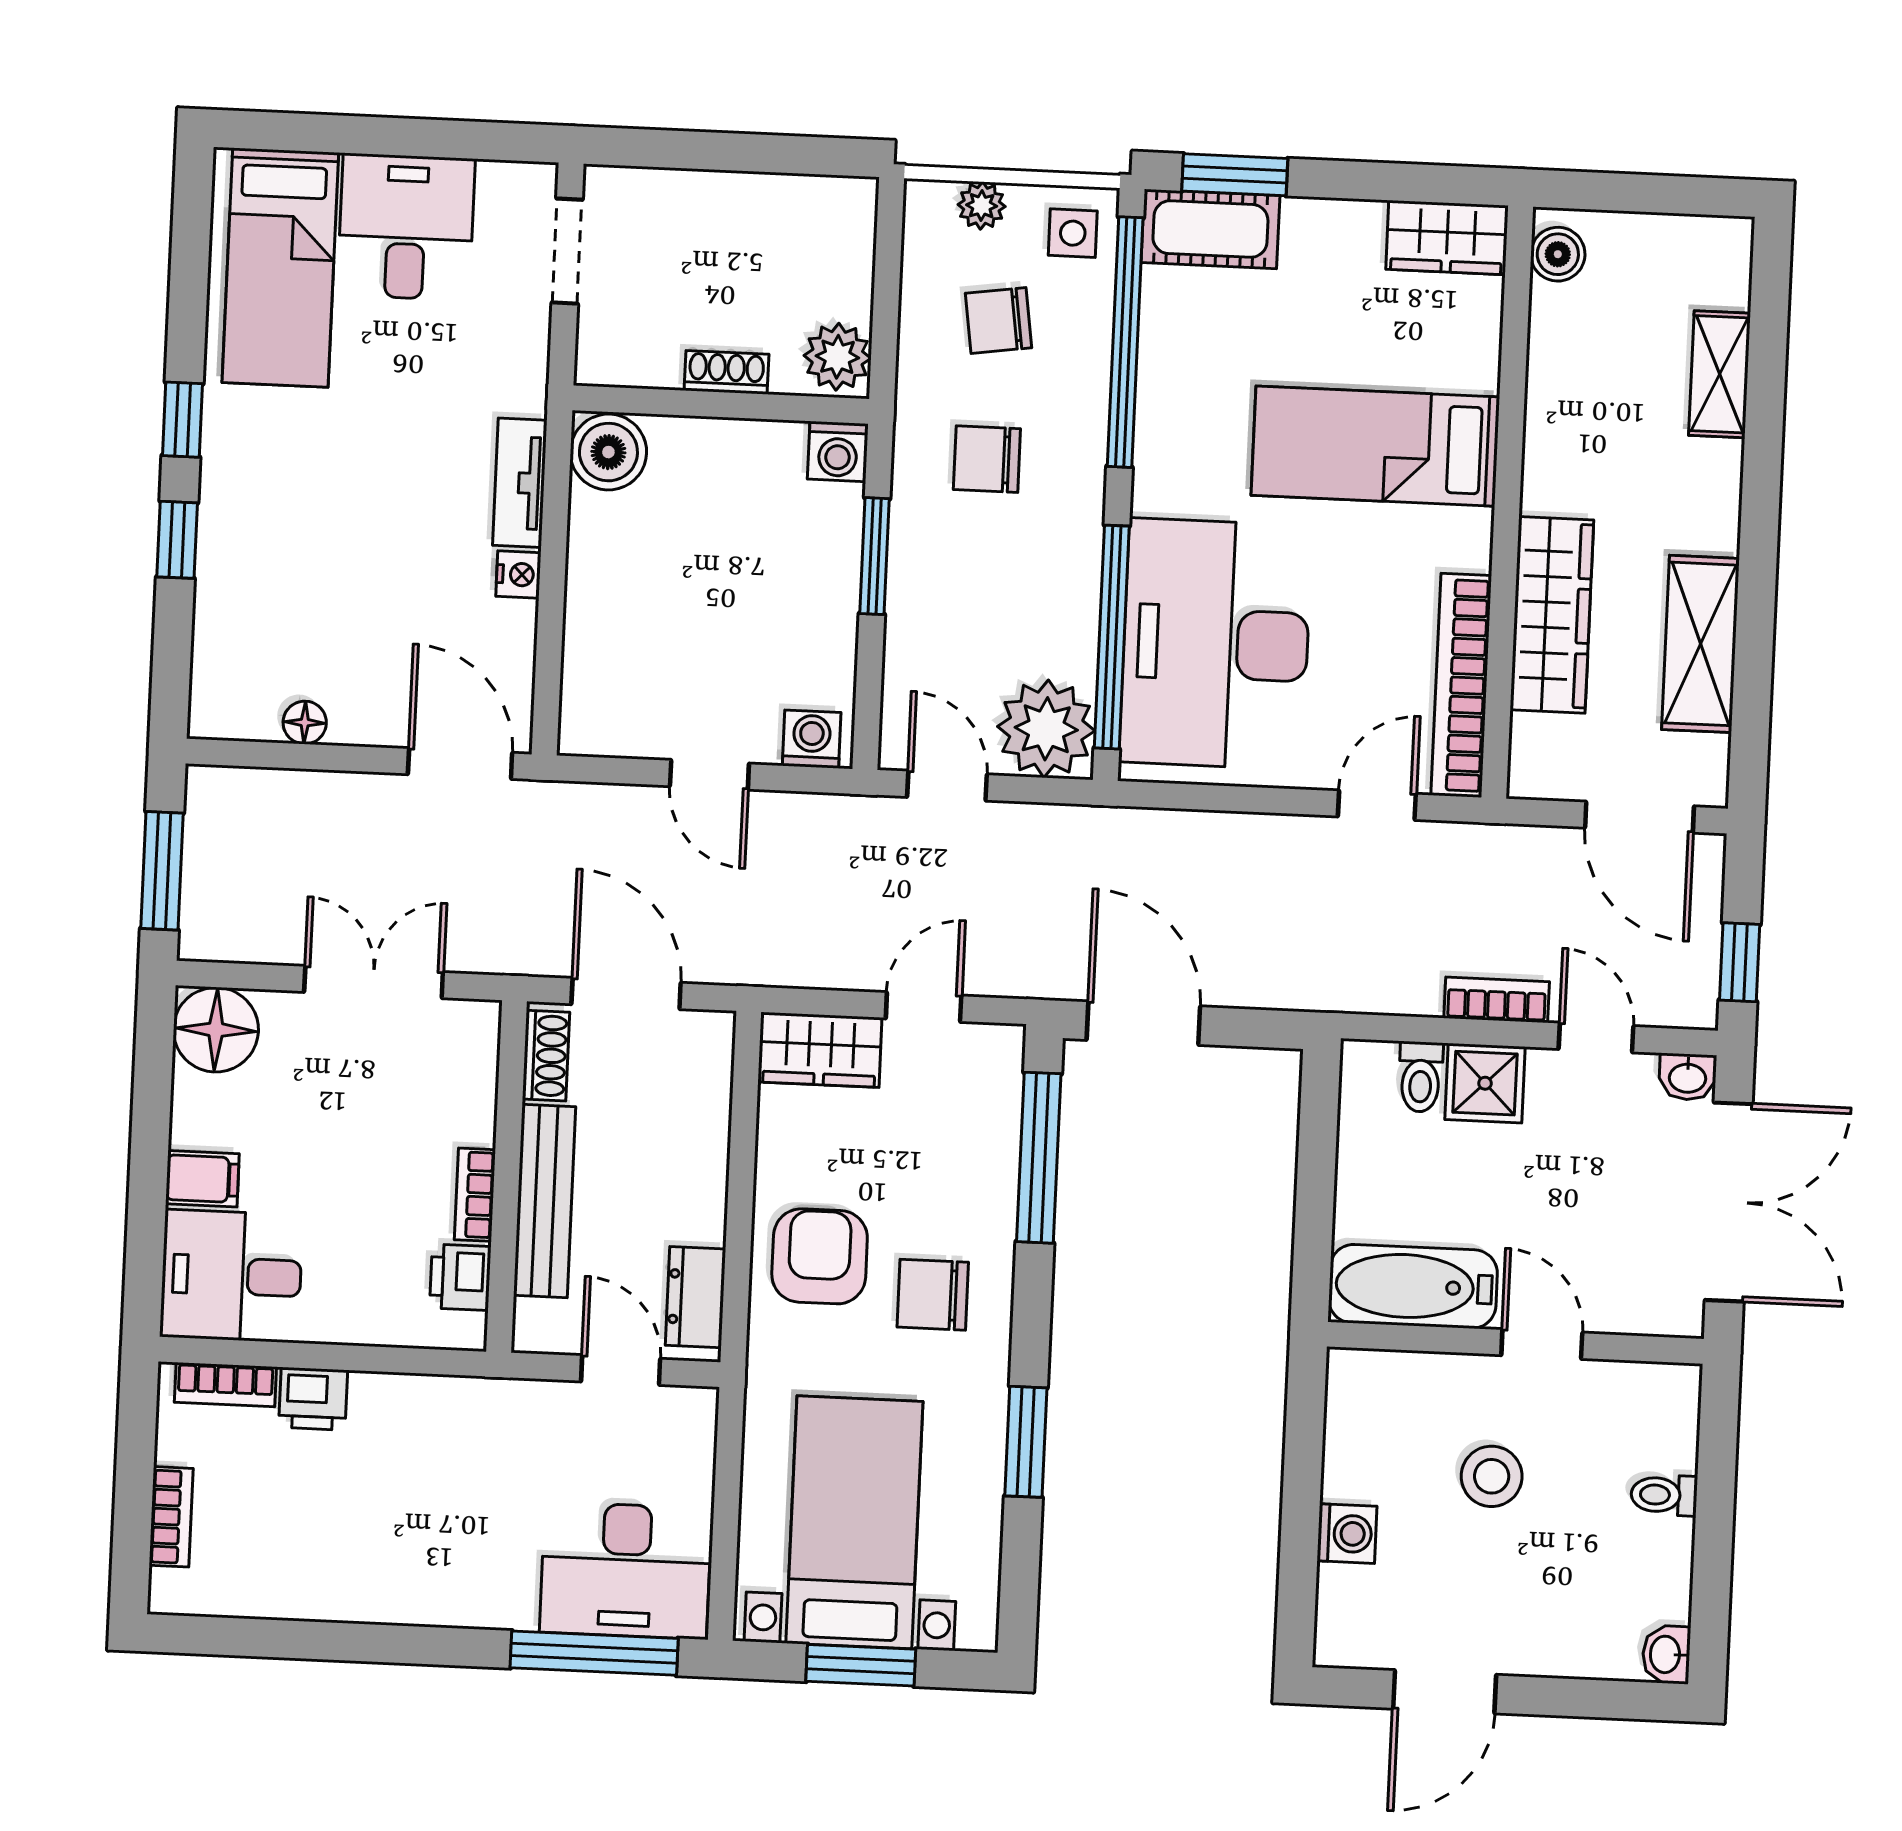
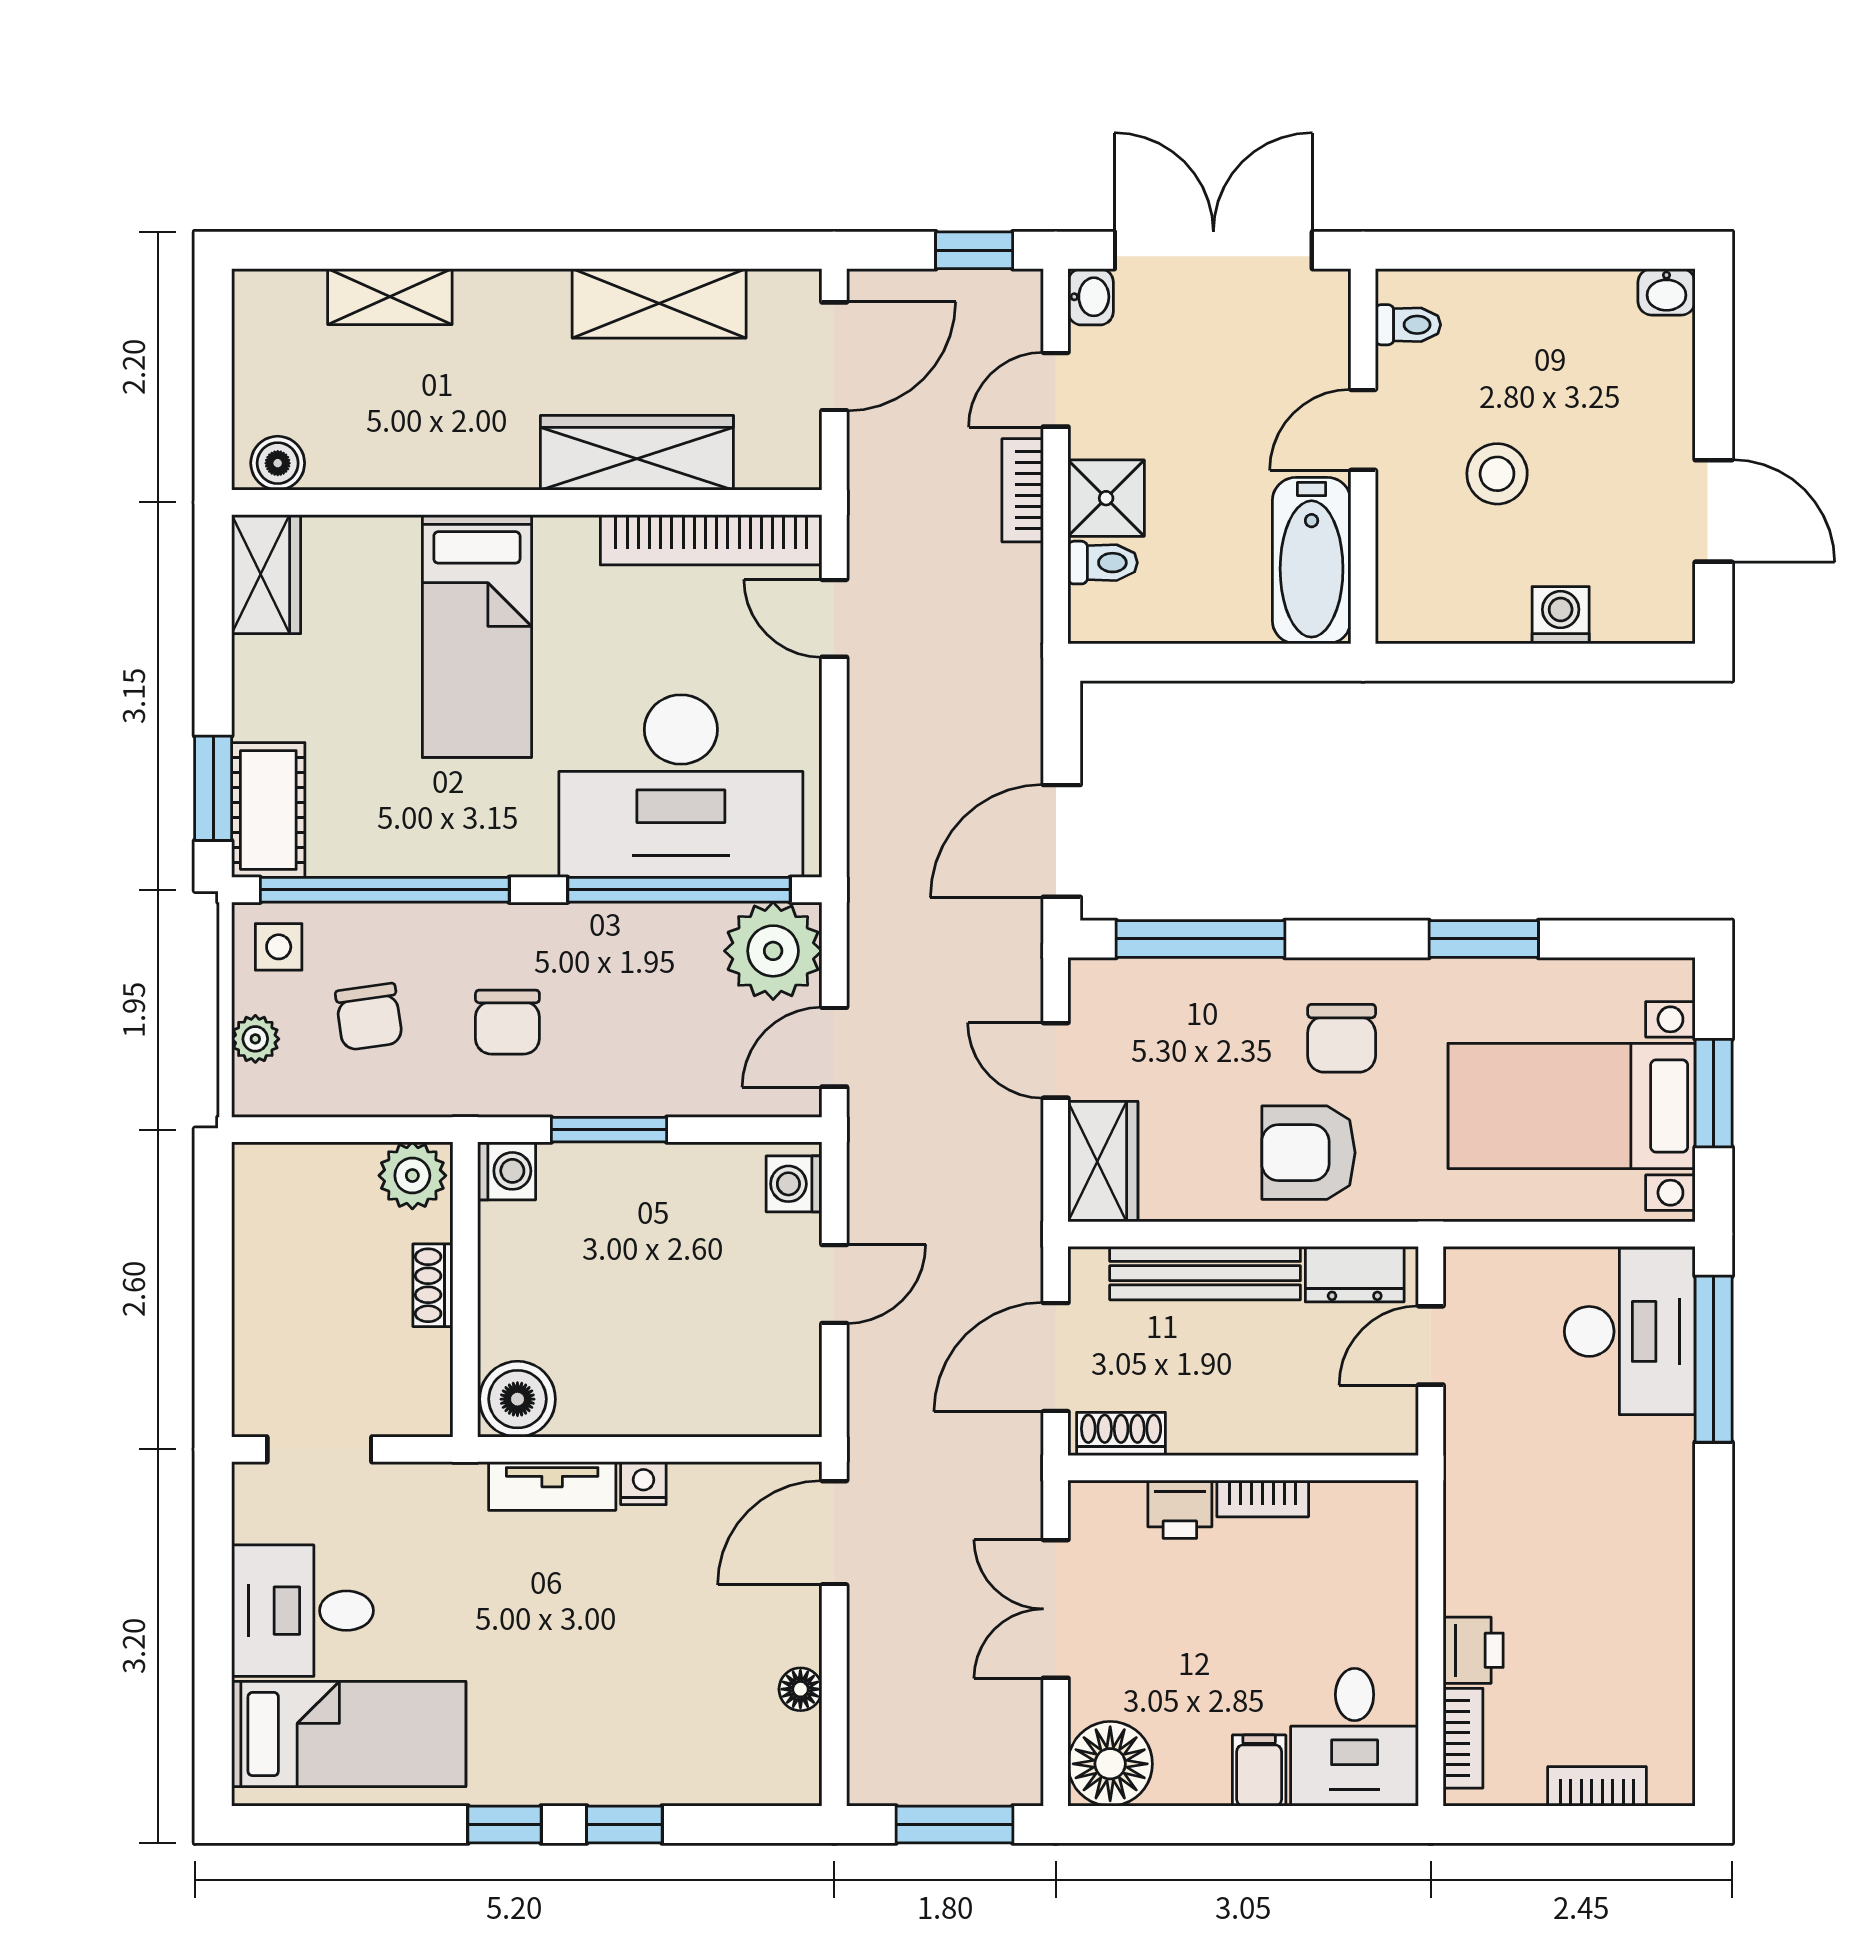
bench: (545, 1201) -> (1205, 1273), moved
printer: (460, 1277) -> (1180, 1509), moved
toilet: (1664, 1495) -> (1408, 325), moved, turned -90

